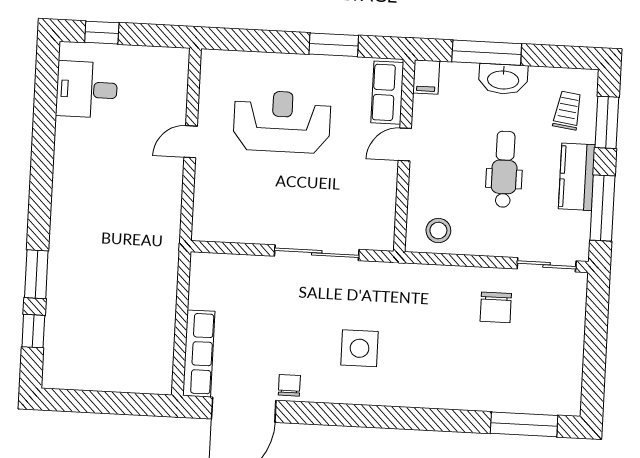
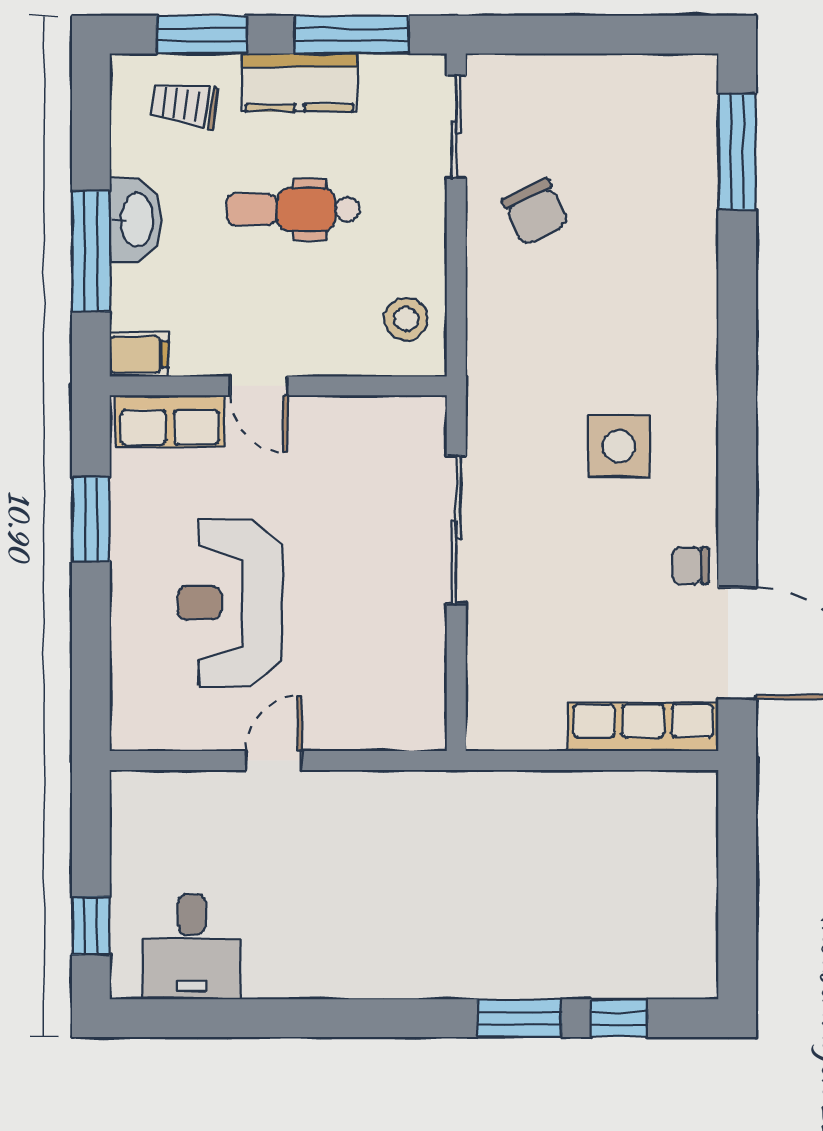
door: (191, 142) -> (274, 761), swing flipped
chair: (496, 307) -> (535, 212), turned 65

